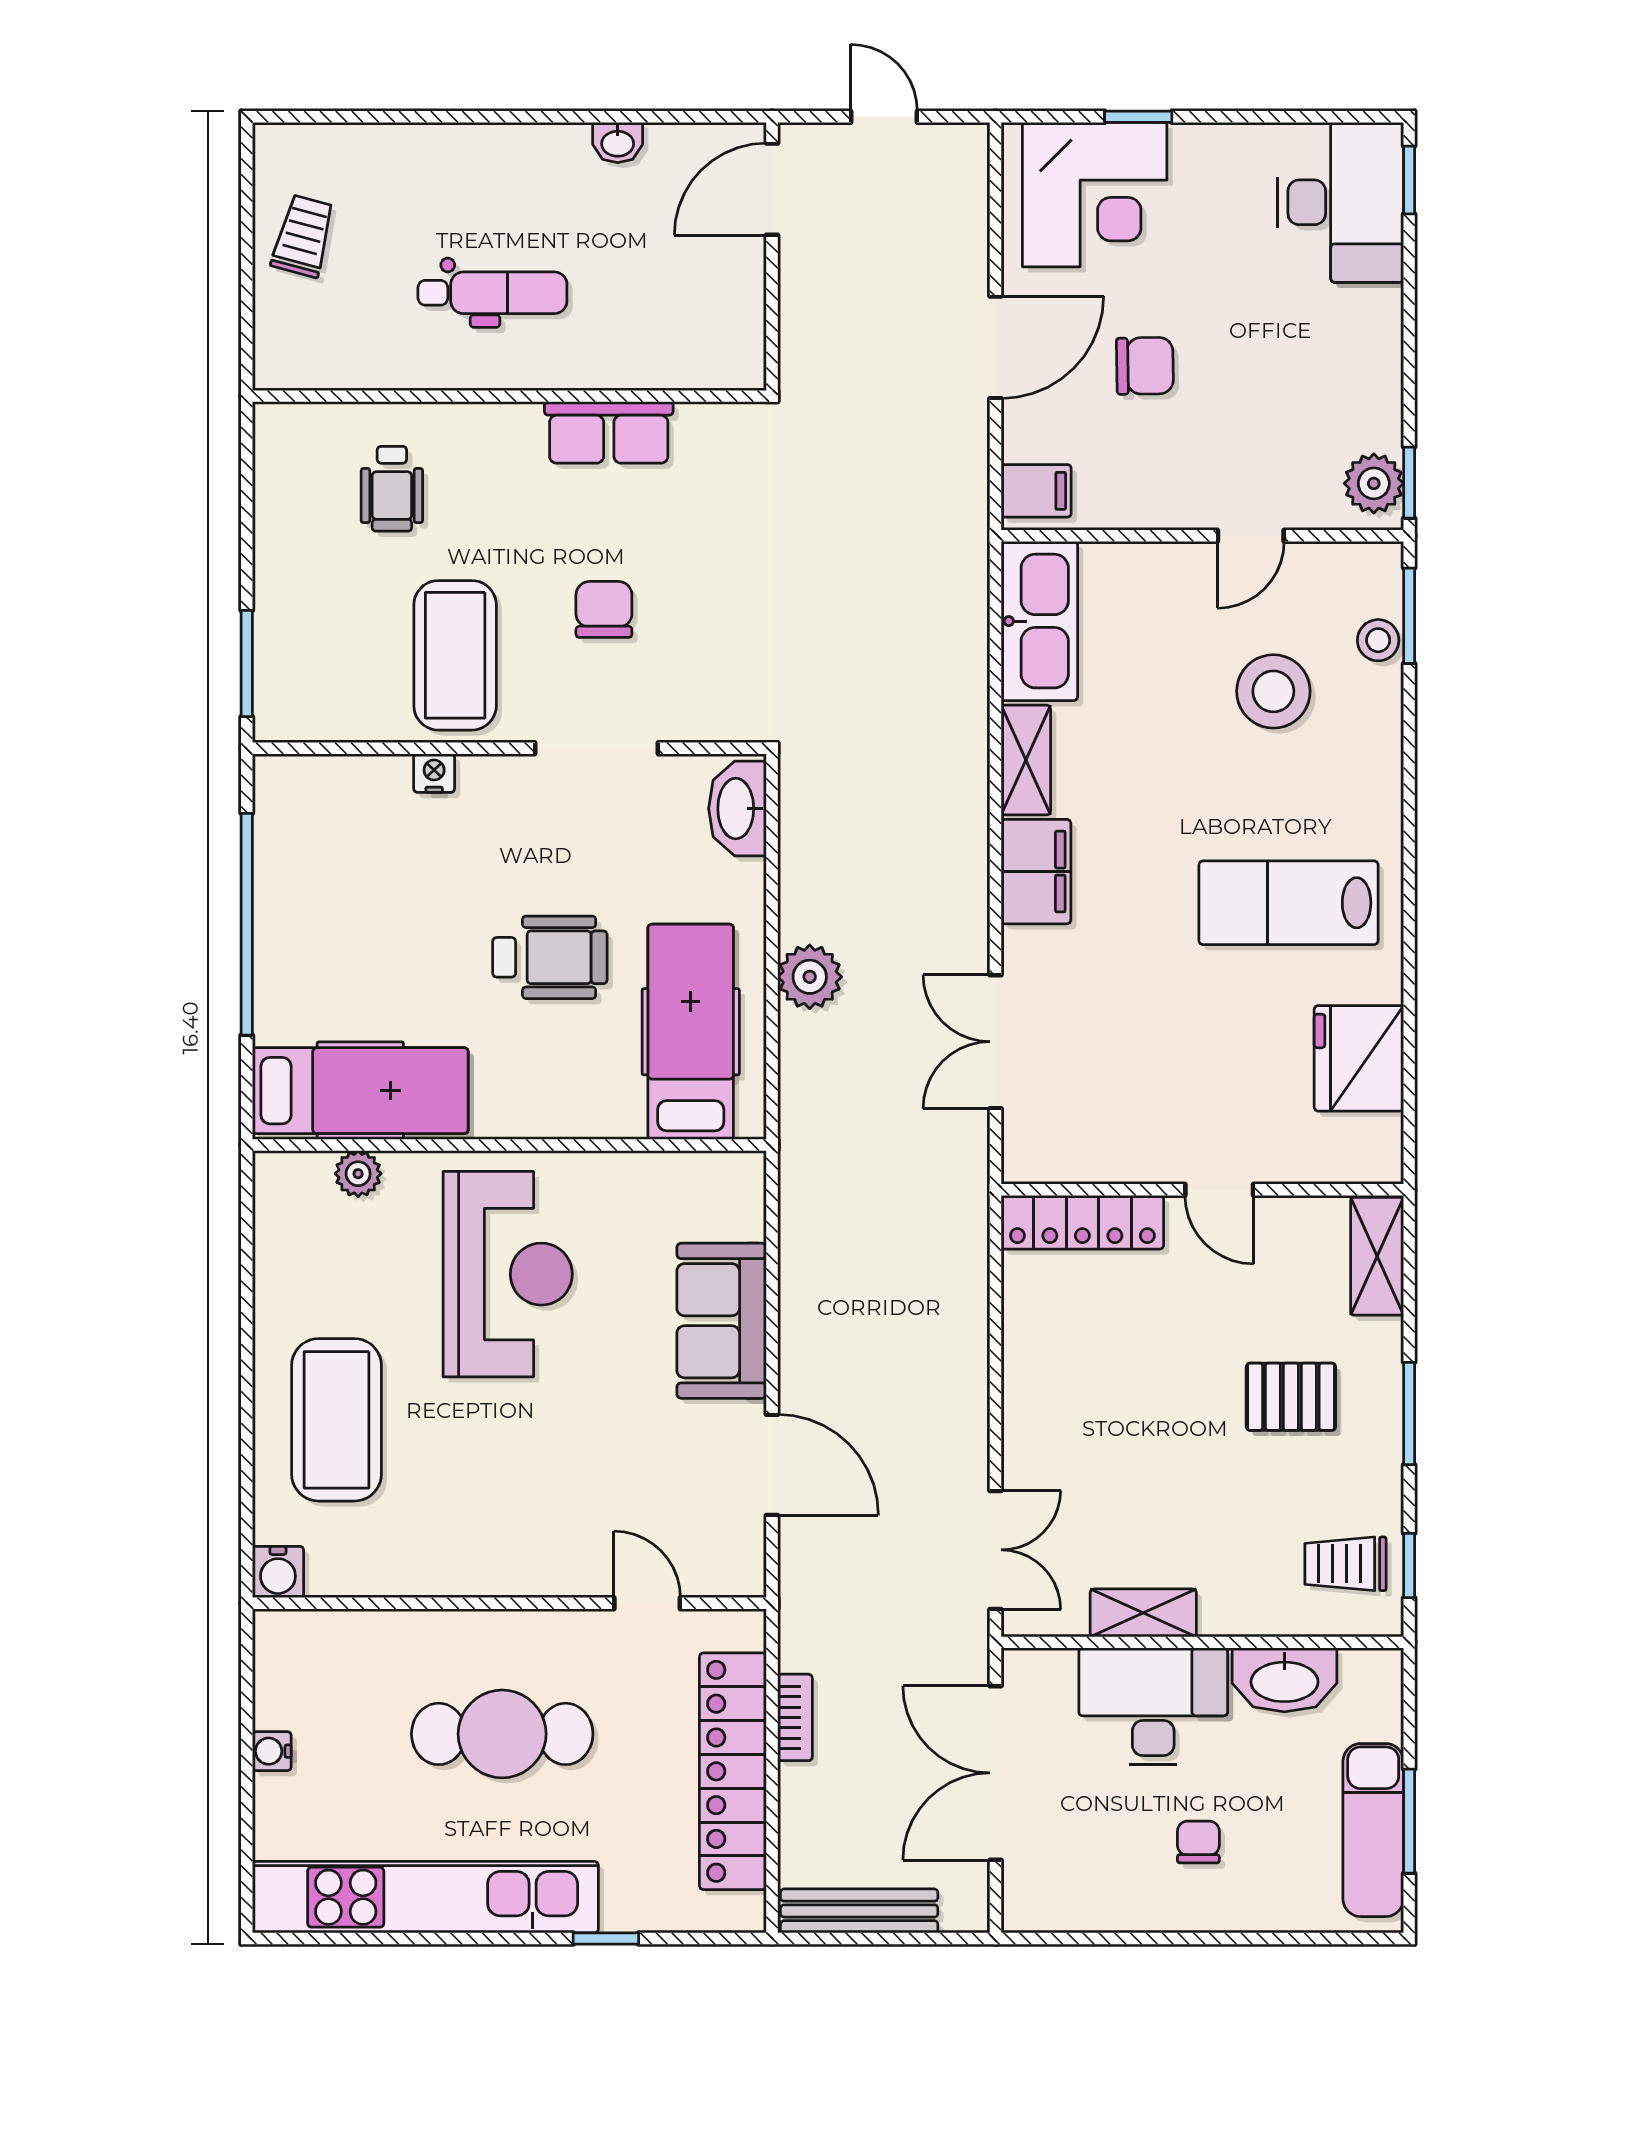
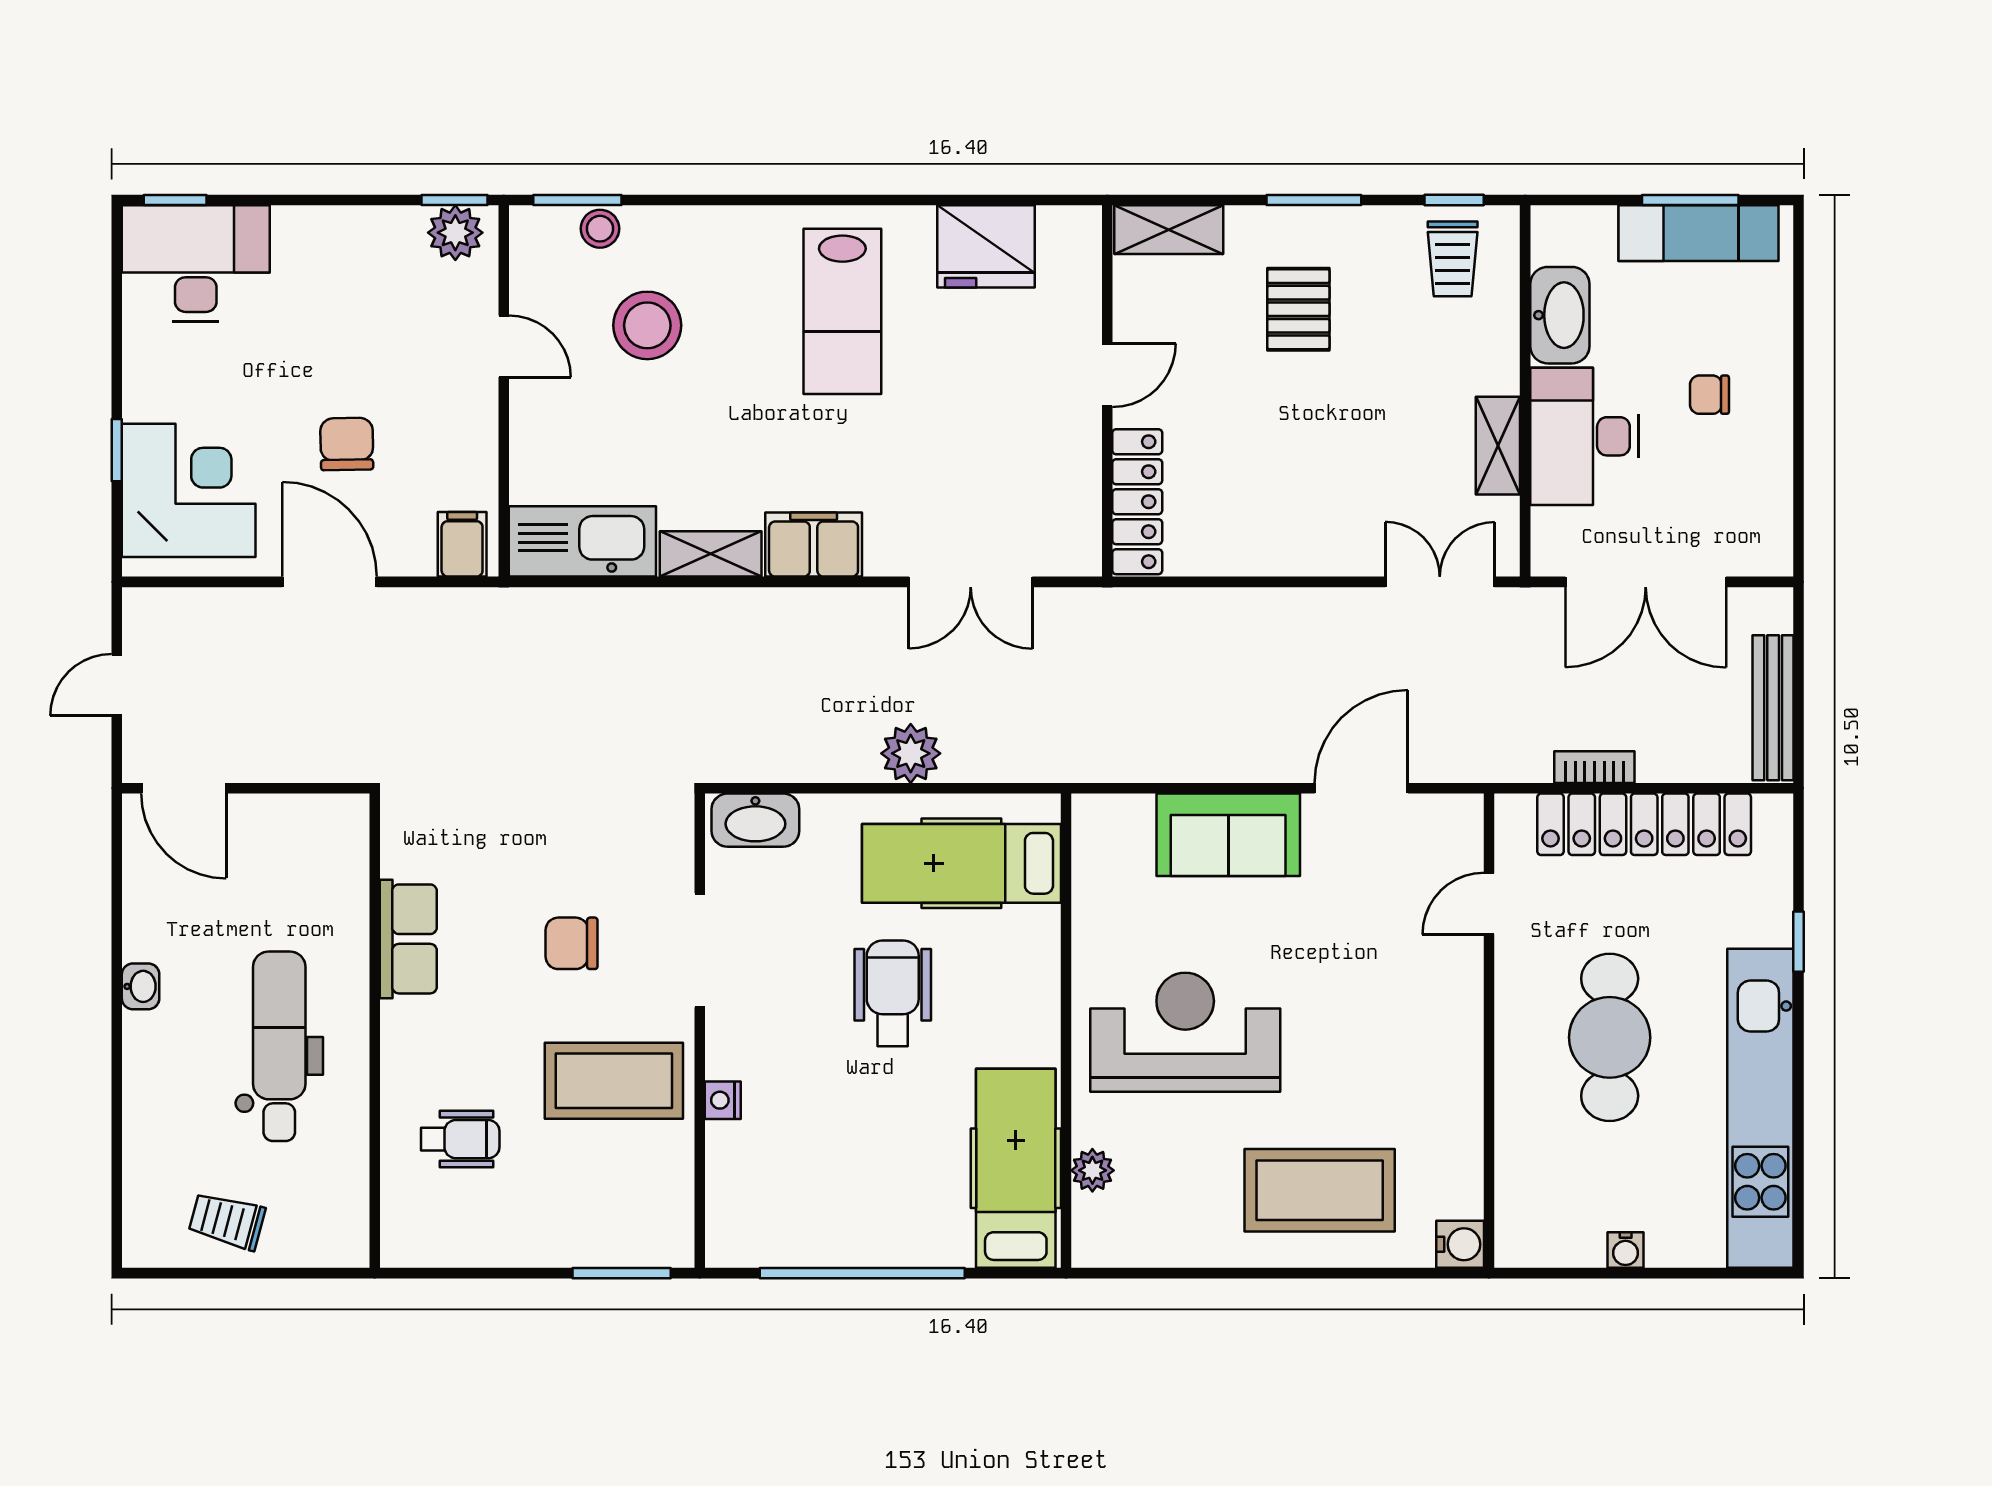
washbasin: (618, 142) -> (141, 986), moved
dental chair: (492, 293) -> (279, 1046), width x1.36, depth x1.38

